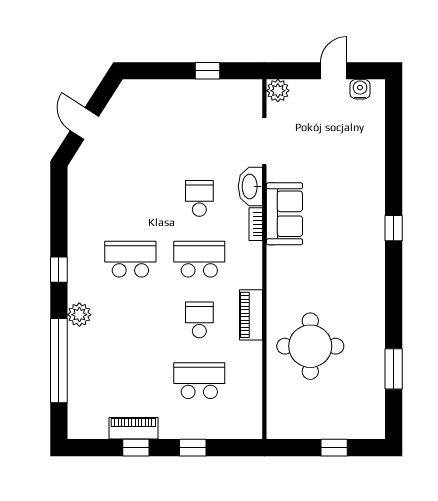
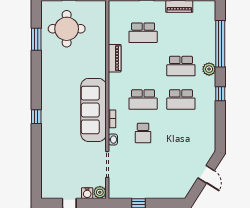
water cooler: (360, 89) -> (87, 193), moved
washbasin: (250, 186) -> (113, 140), width x0.52, depth x0.69
sofa: (284, 214) -> (94, 110), width x1.85, depth x1.27
piano: (251, 315) -> (115, 58), moved
school desk: (199, 320) -> (181, 66), moved, width x1.85
round table: (310, 346) -> (67, 29), moved

